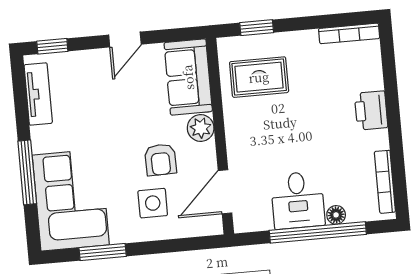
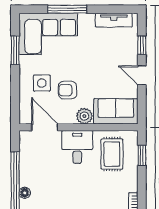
window: (52, 46) -> (142, 45), moved
desk: (298, 200) -> (77, 147), moved, turned 90

